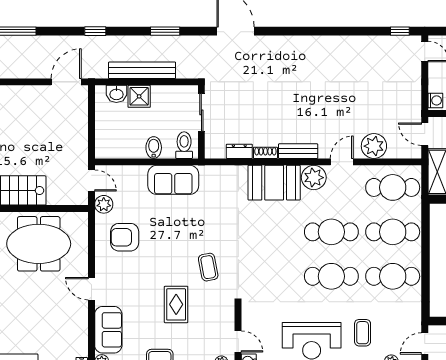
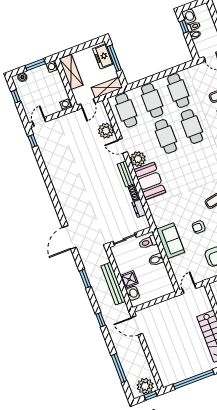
plant: (104, 204) -> (200, 276), removed
armchair: (178, 230) -> (199, 227), added

